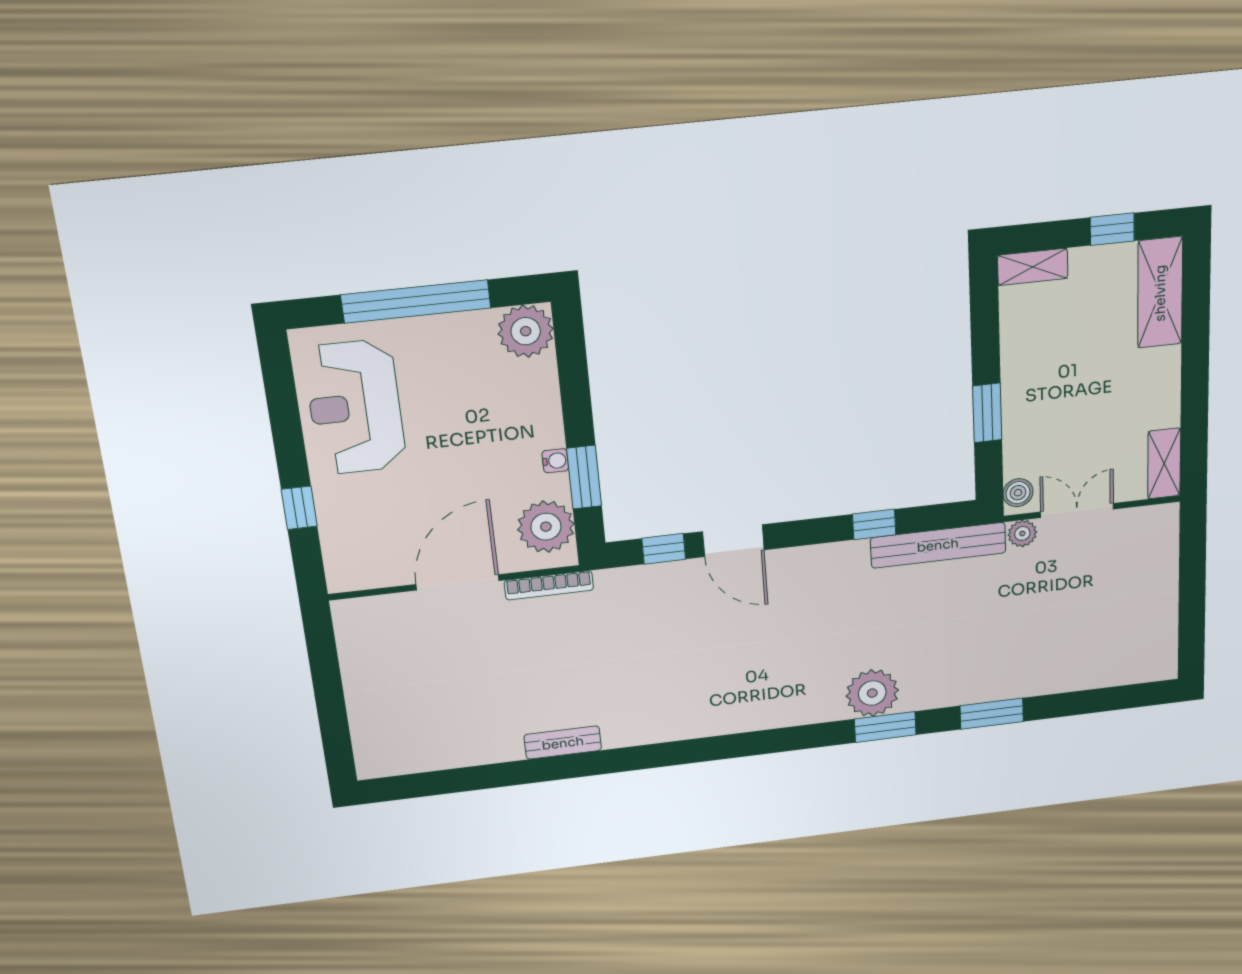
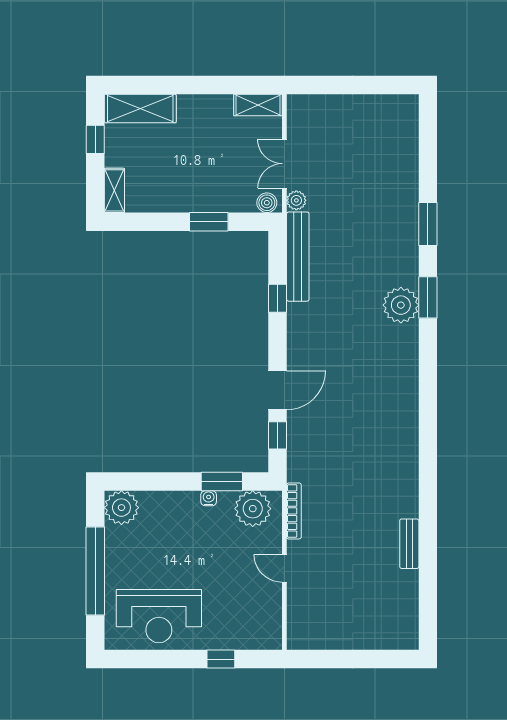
door: (458, 582) -> (284, 568), width x0.53
bench: (563, 743) -> (409, 544), moved

